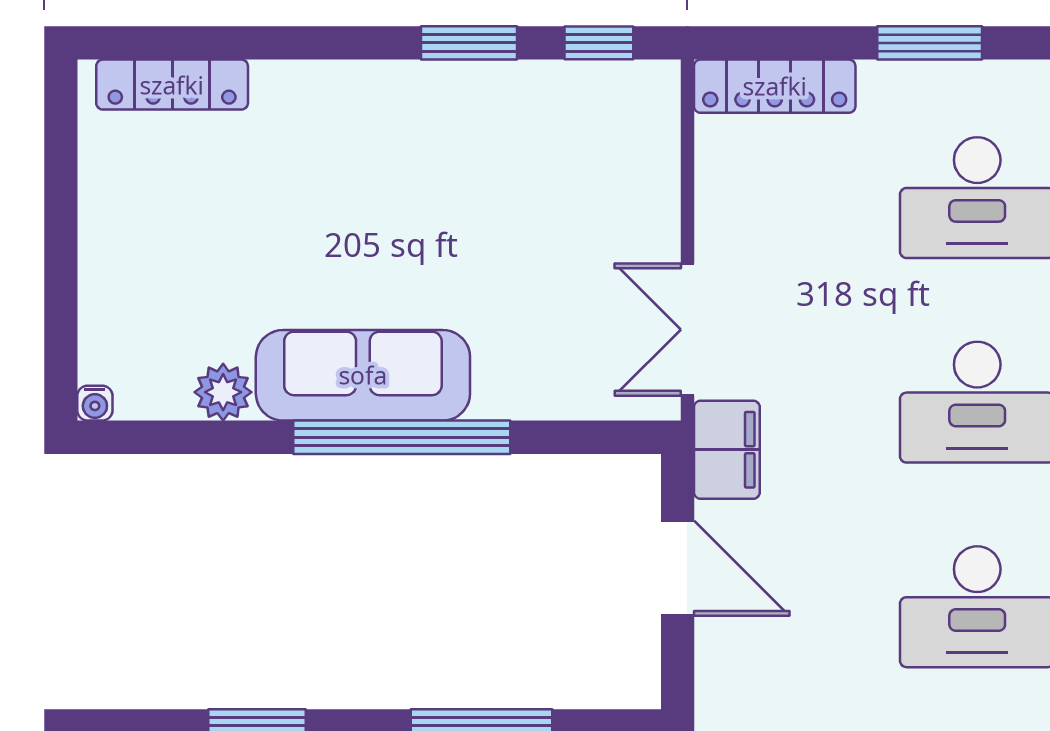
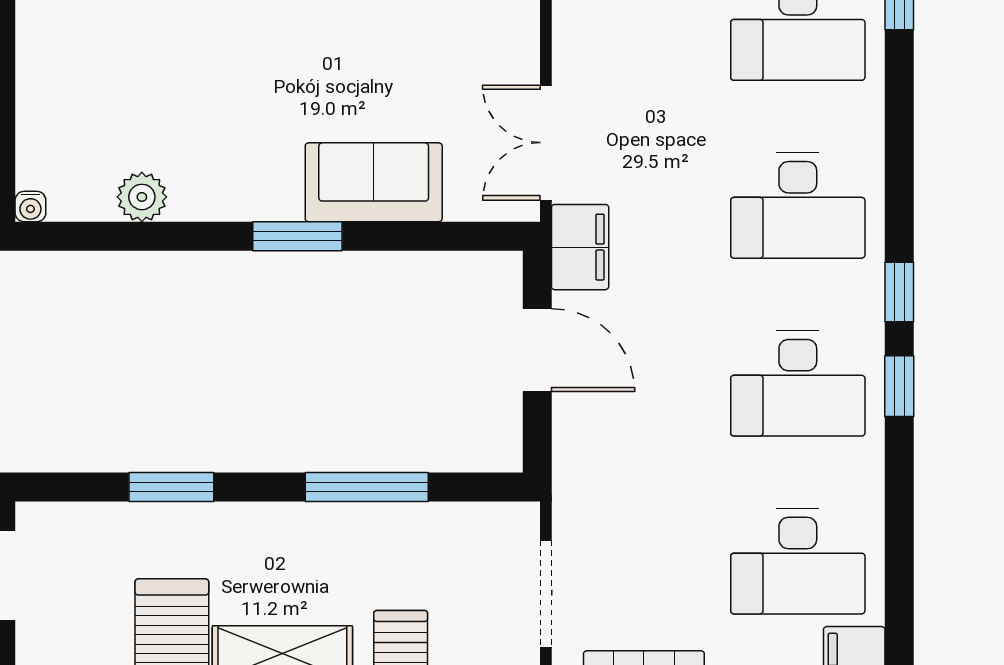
sofa: (363, 375) -> (374, 182), moved, width x0.73
window: (402, 437) -> (297, 236), width x0.47

